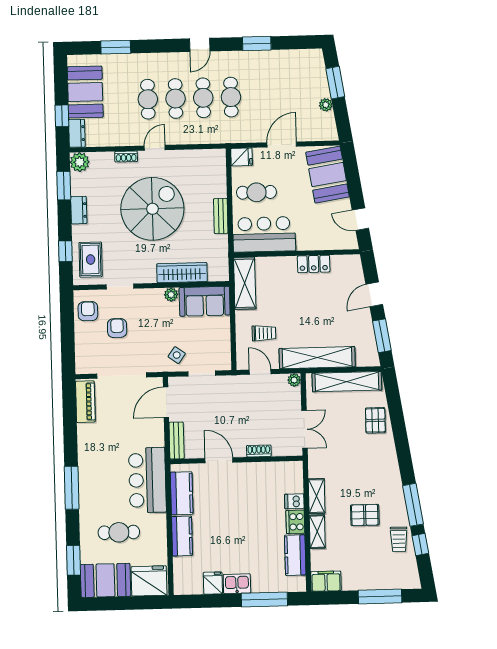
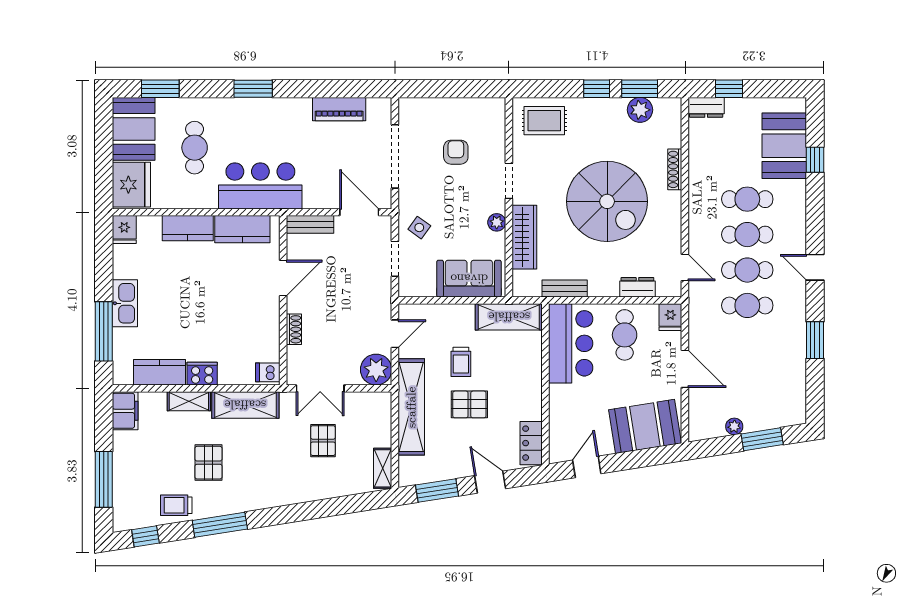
window: (116, 47) -> (815, 160), width x0.67
booth: (85, 92) -> (784, 146), moved, turned 90
door: (155, 148) -> (685, 267), moved
shoe rack: (126, 156) -> (675, 169), width x1.43
plant: (80, 162) -> (640, 110), moved
dresser: (79, 210) -> (637, 287), moved, turned 180
bench: (221, 216) -> (565, 288), moved
window: (65, 251) -> (597, 89), moved
locker: (314, 264) -> (531, 443), moved
doorway: (120, 286) -> (509, 181), moved
sofa: (205, 301) -> (469, 279), moved, turned 90
armchair: (88, 311) -> (478, 115), removed
pallet: (314, 312) -> (469, 404), added
armchair: (117, 328) -> (456, 152), turned -90
trolley: (264, 333) -> (461, 362), moved
plant: (294, 380) -> (376, 370), width x1.88, depth x1.88
shelving: (347, 382) -> (383, 468), width x0.45, depth x0.75
piano: (85, 402) -> (339, 109), moved
pallet: (375, 420) -> (323, 441), moved, turned 90
window: (72, 488) -> (253, 89), width x0.69
shelving: (317, 496) -> (245, 405), width x1.50, depth x1.33
dishwasher: (294, 501) -> (268, 372), moved, turned -90
window: (420, 544) -> (145, 536), moved
fridge: (213, 583) -> (124, 230), moved, turned 90
kitchen sink: (237, 584) -> (125, 303), width x1.38

